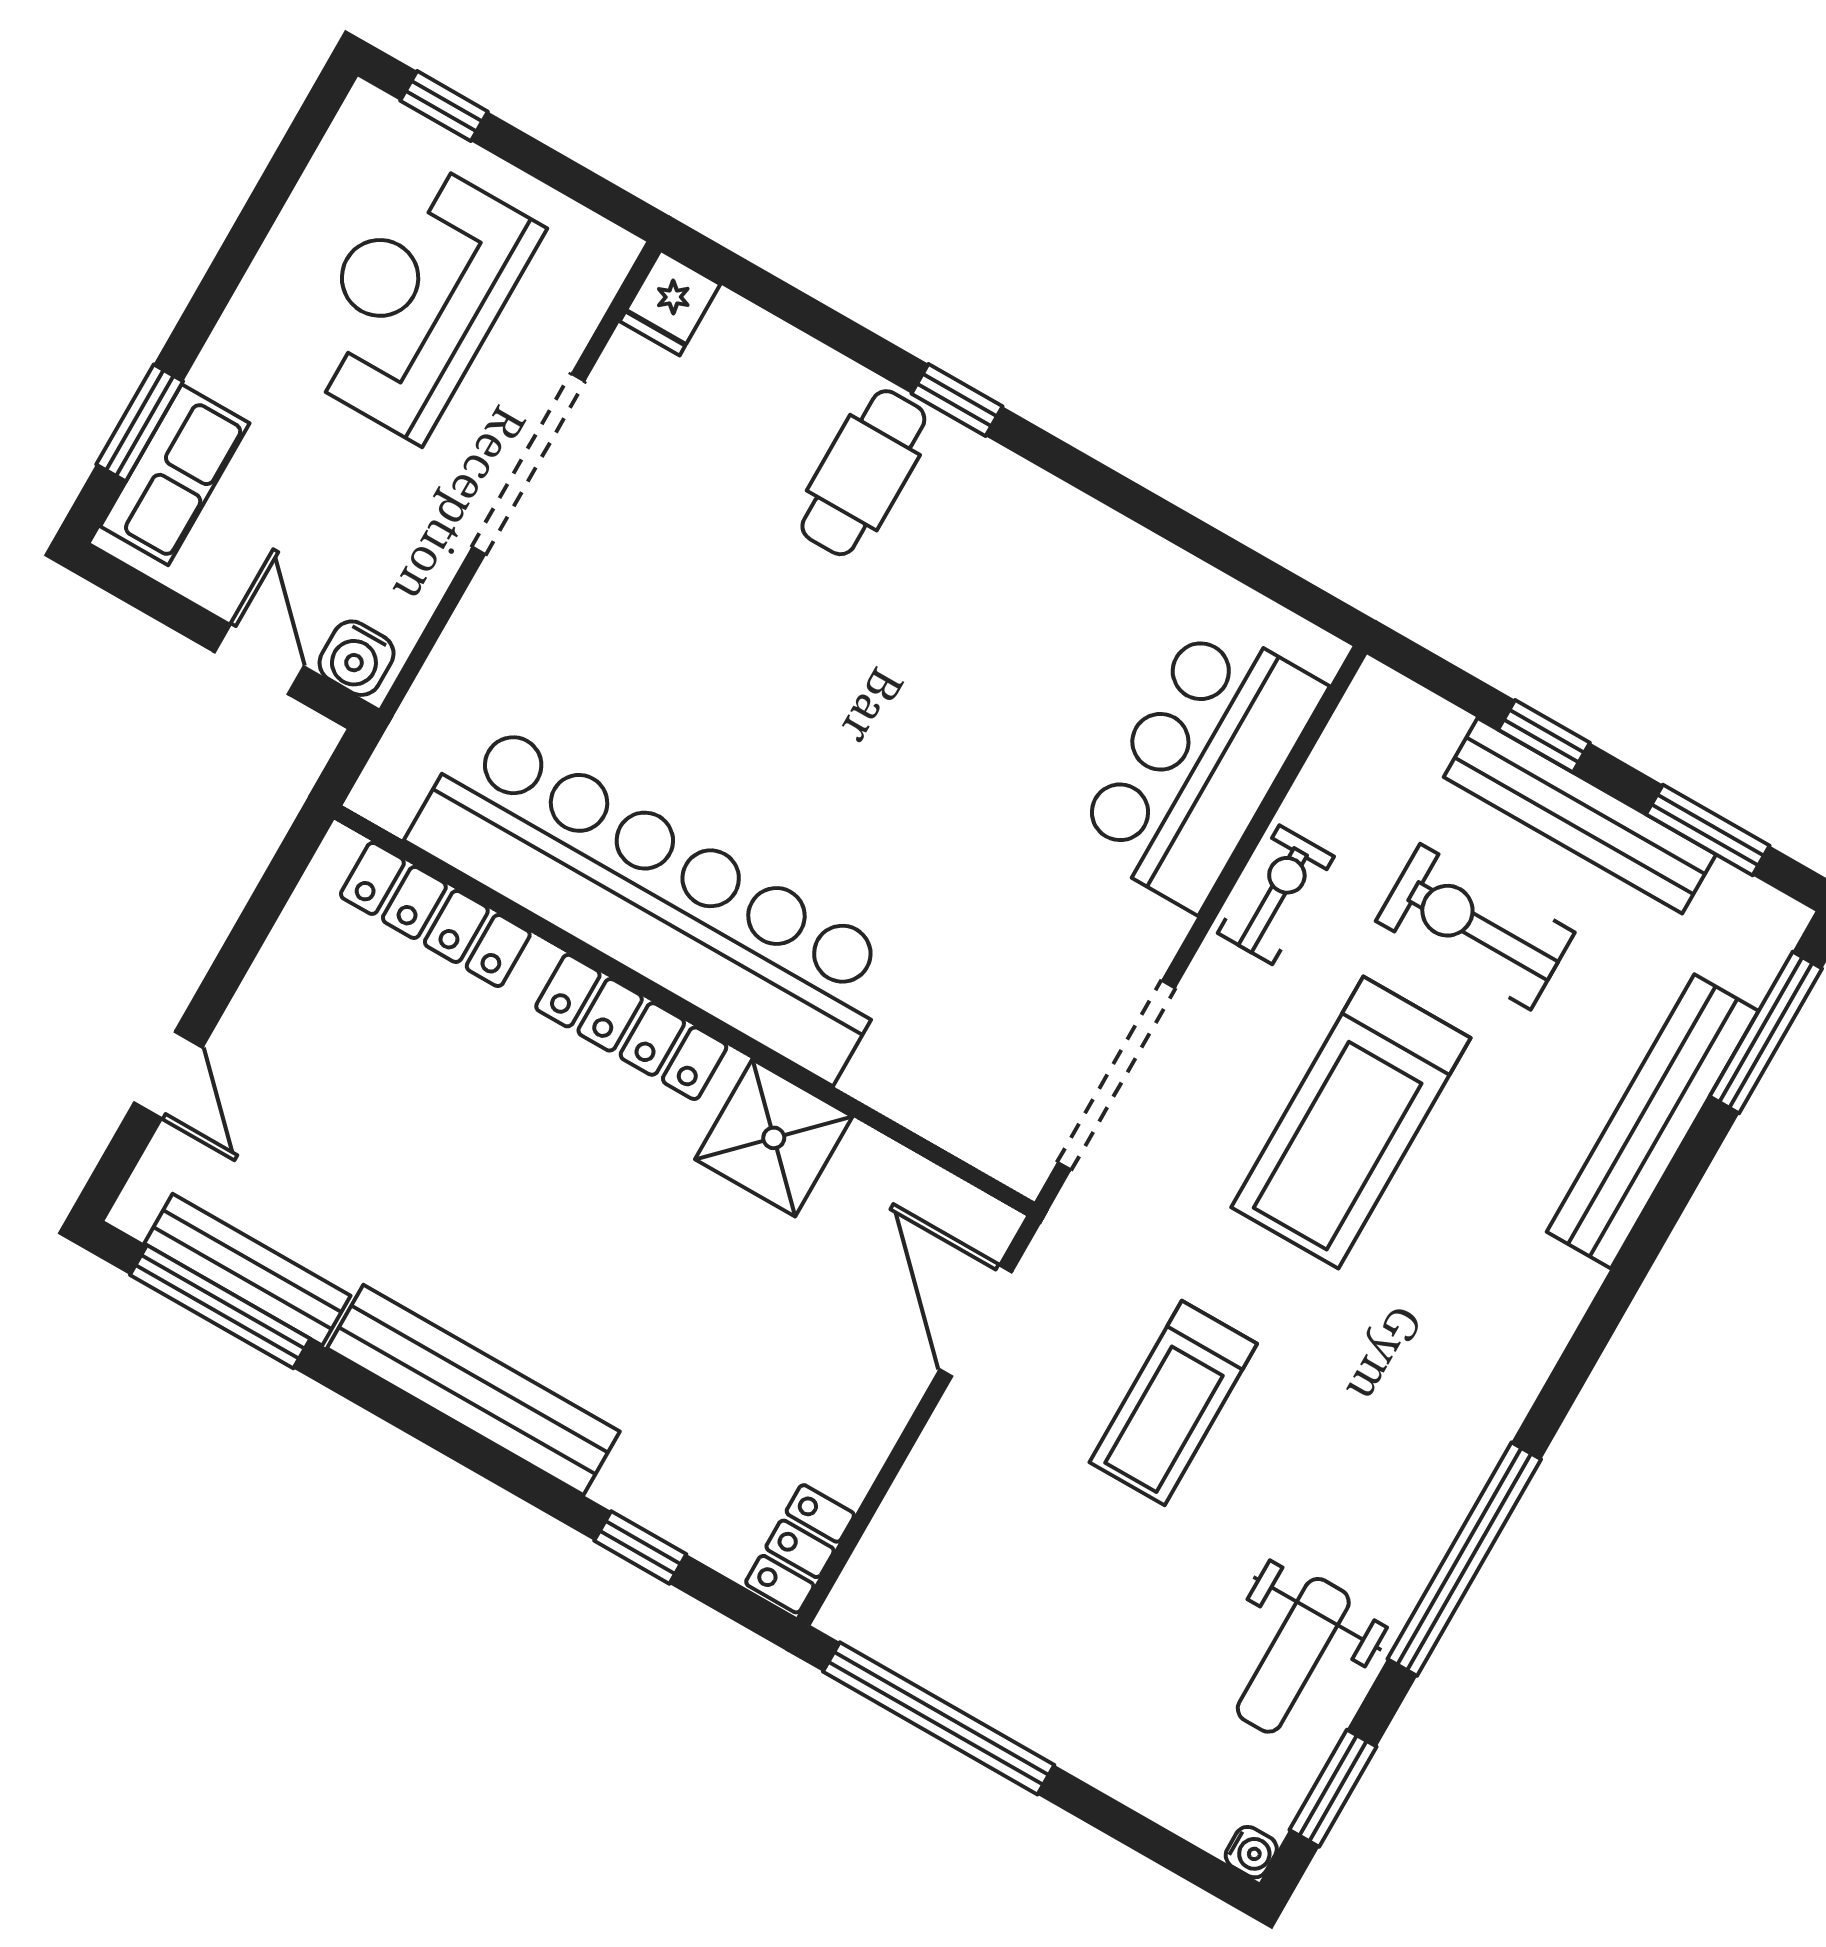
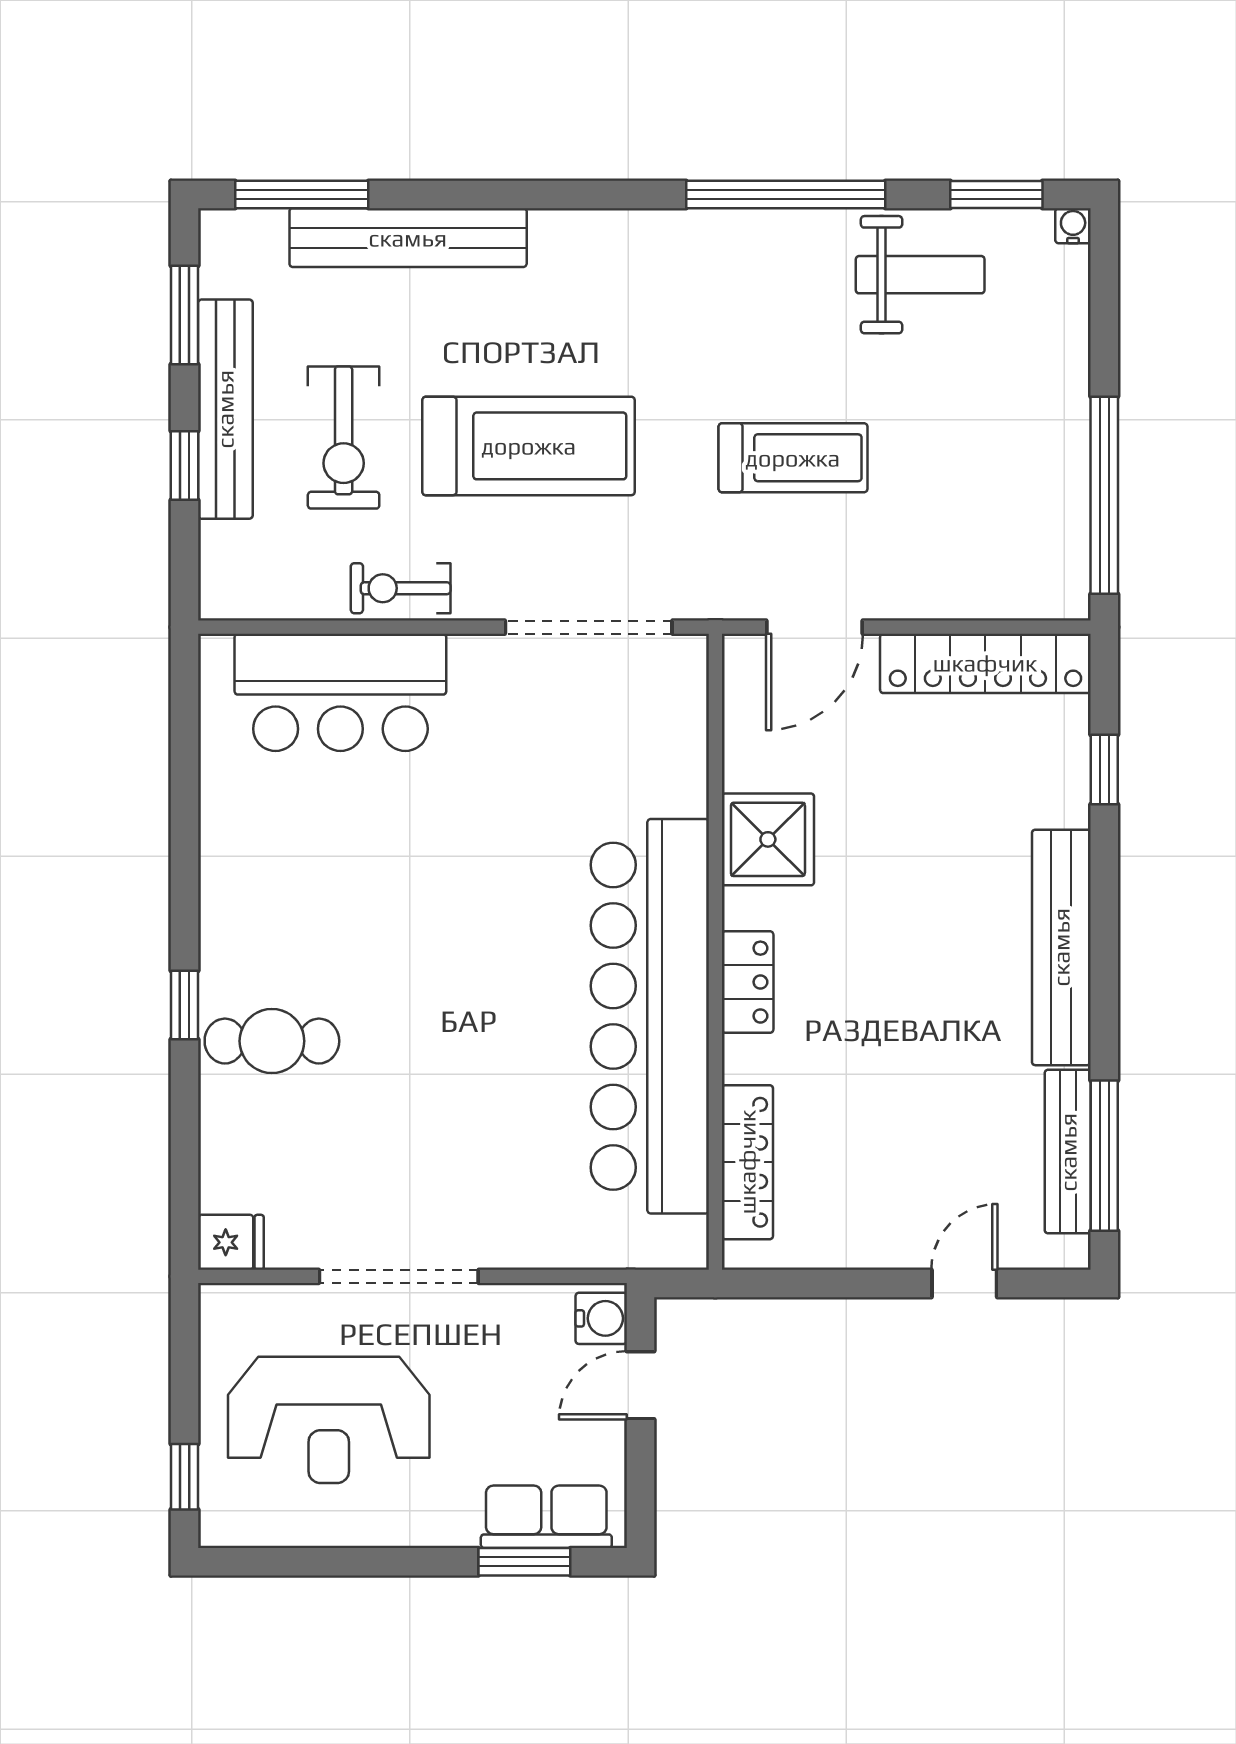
locker: (631, 1027) -> (748, 982), width x0.66
locker: (800, 1549) -> (985, 663), width x2.16, depth x1.21

